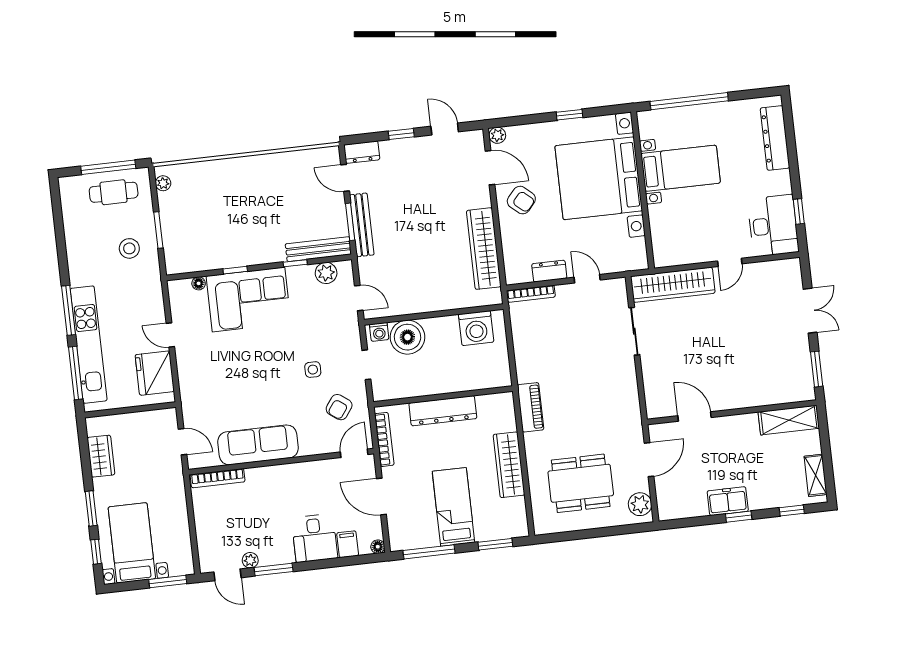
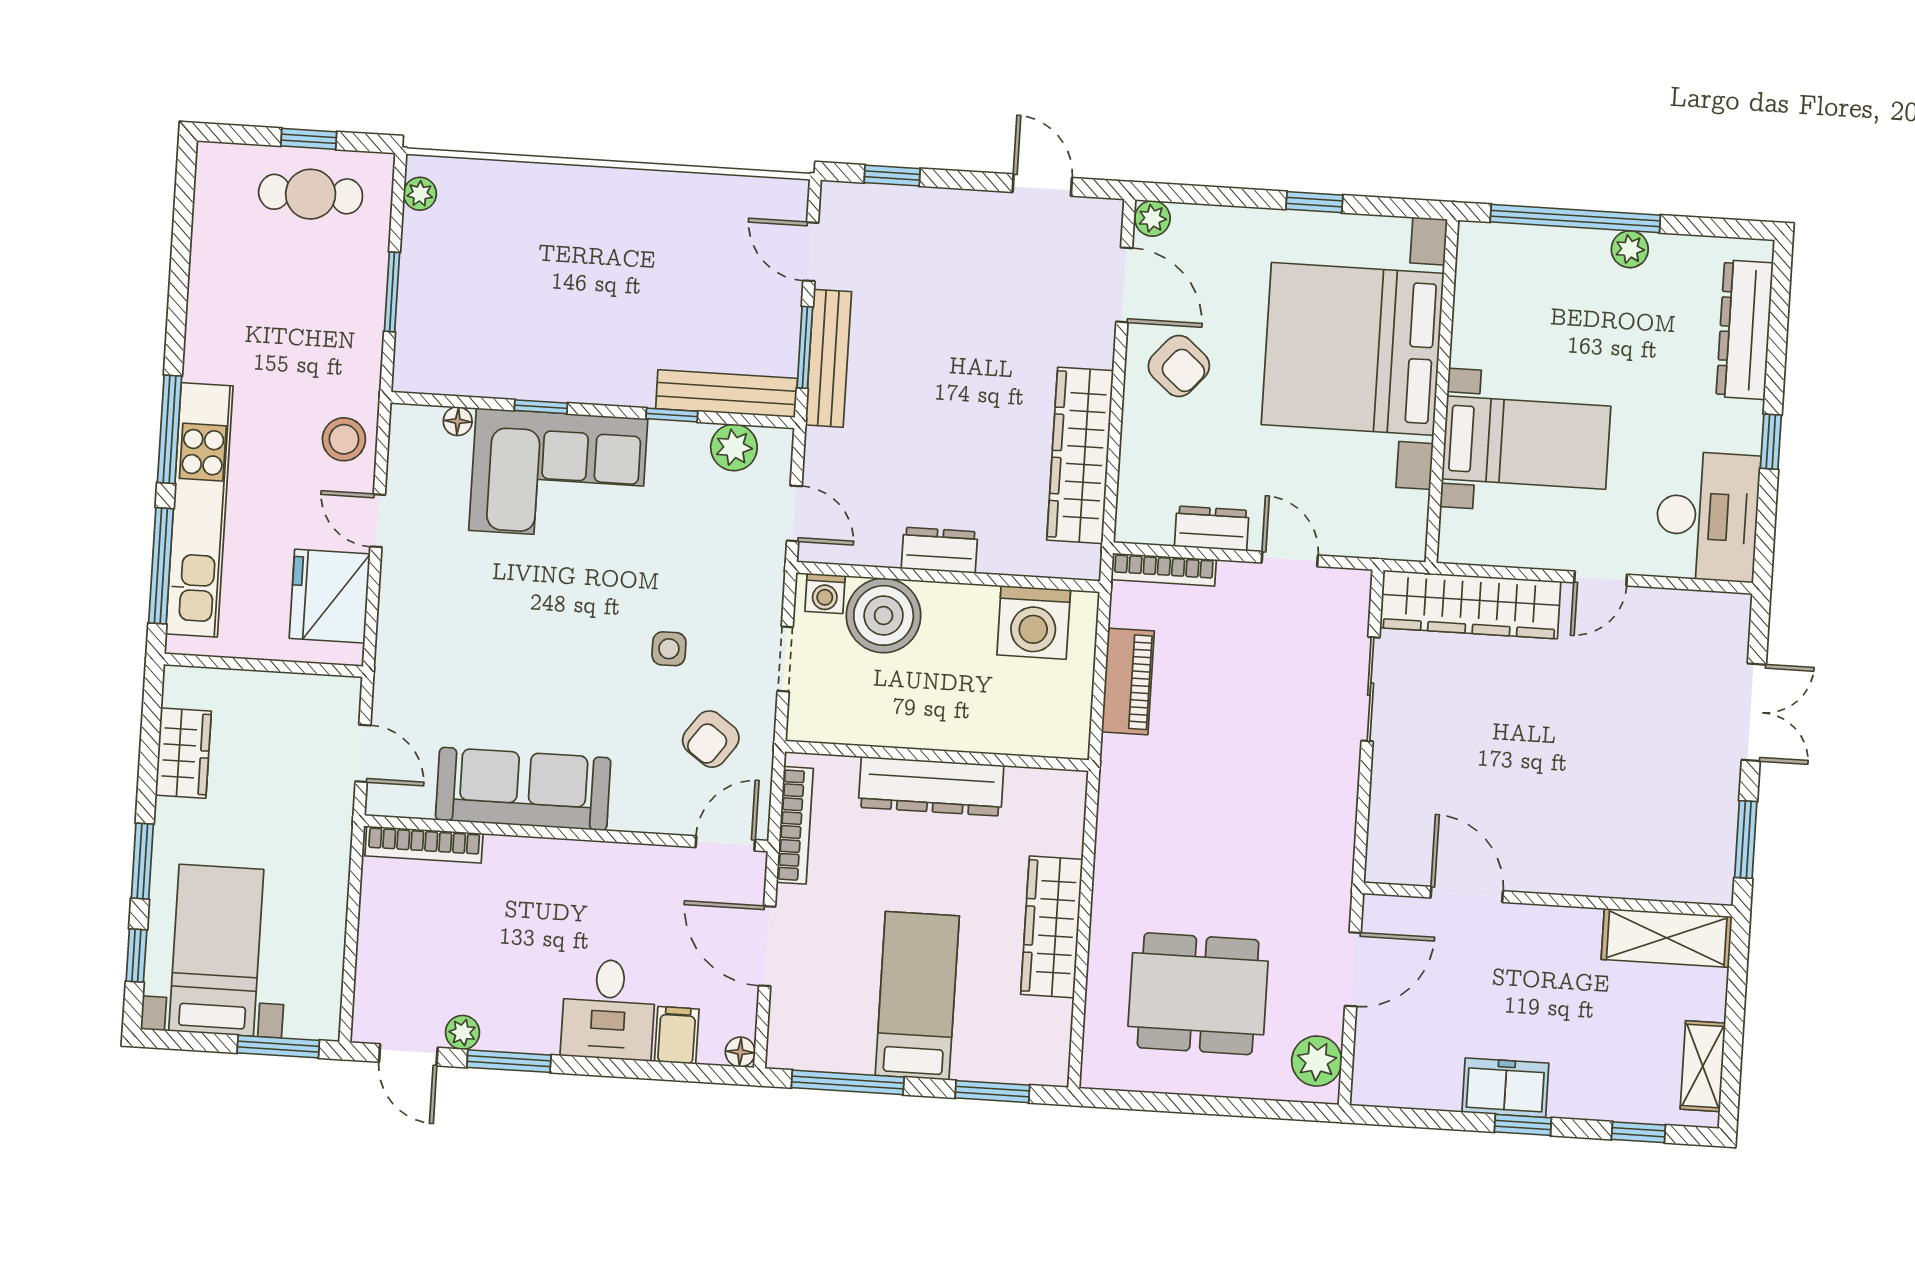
plant: (716, 111) -> (1630, 249), added
window: (401, 134) -> (892, 176), moved
dresser: (362, 152) -> (939, 550), moved, turned 180
window: (108, 167) -> (309, 139), width x0.46
bed with nightstands: (681, 168) -> (1526, 443), moved
window: (799, 211) -> (1771, 442), moved
stool: (129, 248) -> (344, 439), moved
piano: (530, 407) -> (1128, 681), moved

